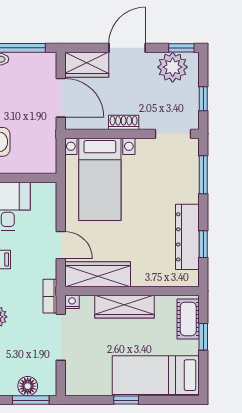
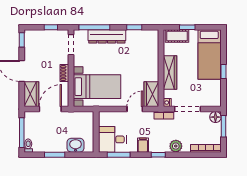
plant: (173, 67) -> (33, 45), removed
window: (203, 175) -> (94, 27), width x1.44
dresser: (187, 237) -> (107, 36), moved
wardrobe: (98, 274) -> (151, 94), width x0.67
floor lamp: (28, 386) -> (215, 117), moved

